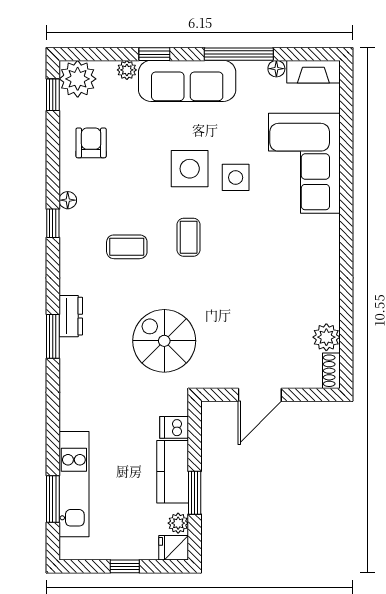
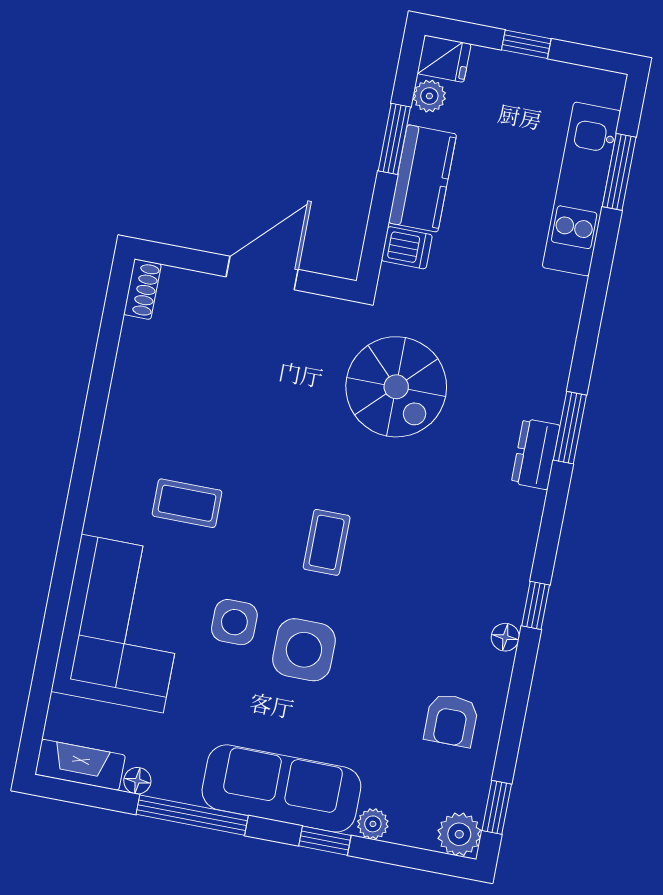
plant: (78, 79) -> (459, 834), width x0.73, depth x0.73
coffee table: (127, 247) -> (187, 503), moved
plant: (326, 337) -> (140, 343), removed

